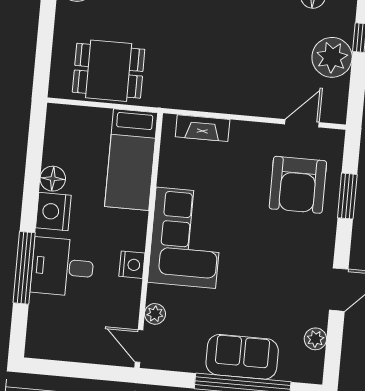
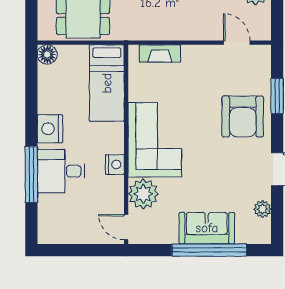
door: (302, 123) -> (237, 43), hinge flipped
floor lamp: (53, 179) -> (47, 54), moved
armchair: (298, 185) -> (243, 116), moved
plant: (155, 314) -> (143, 194), width x1.88, depth x1.88

